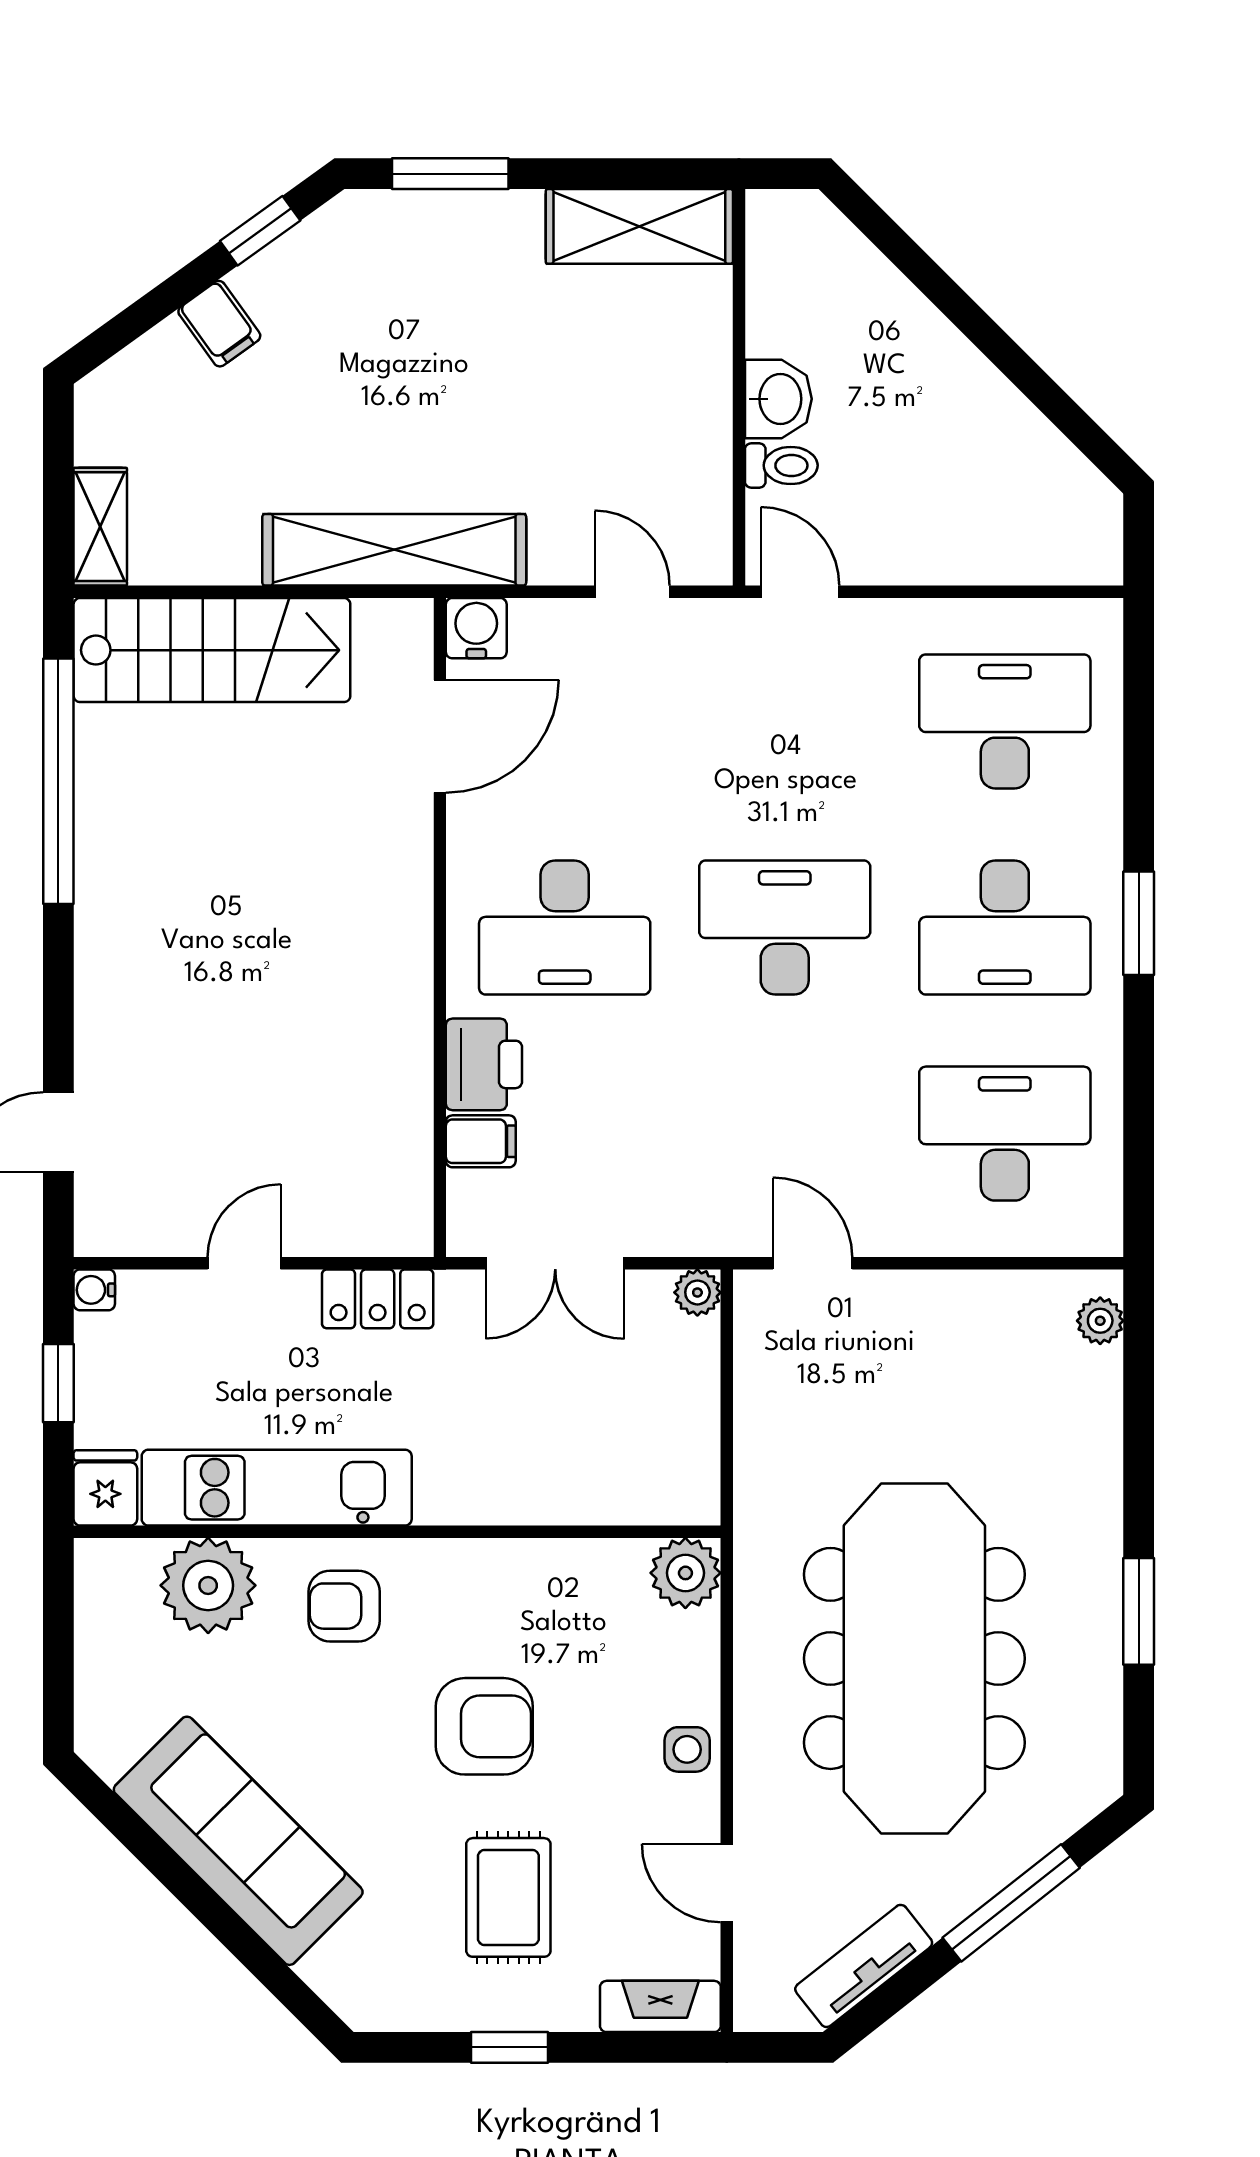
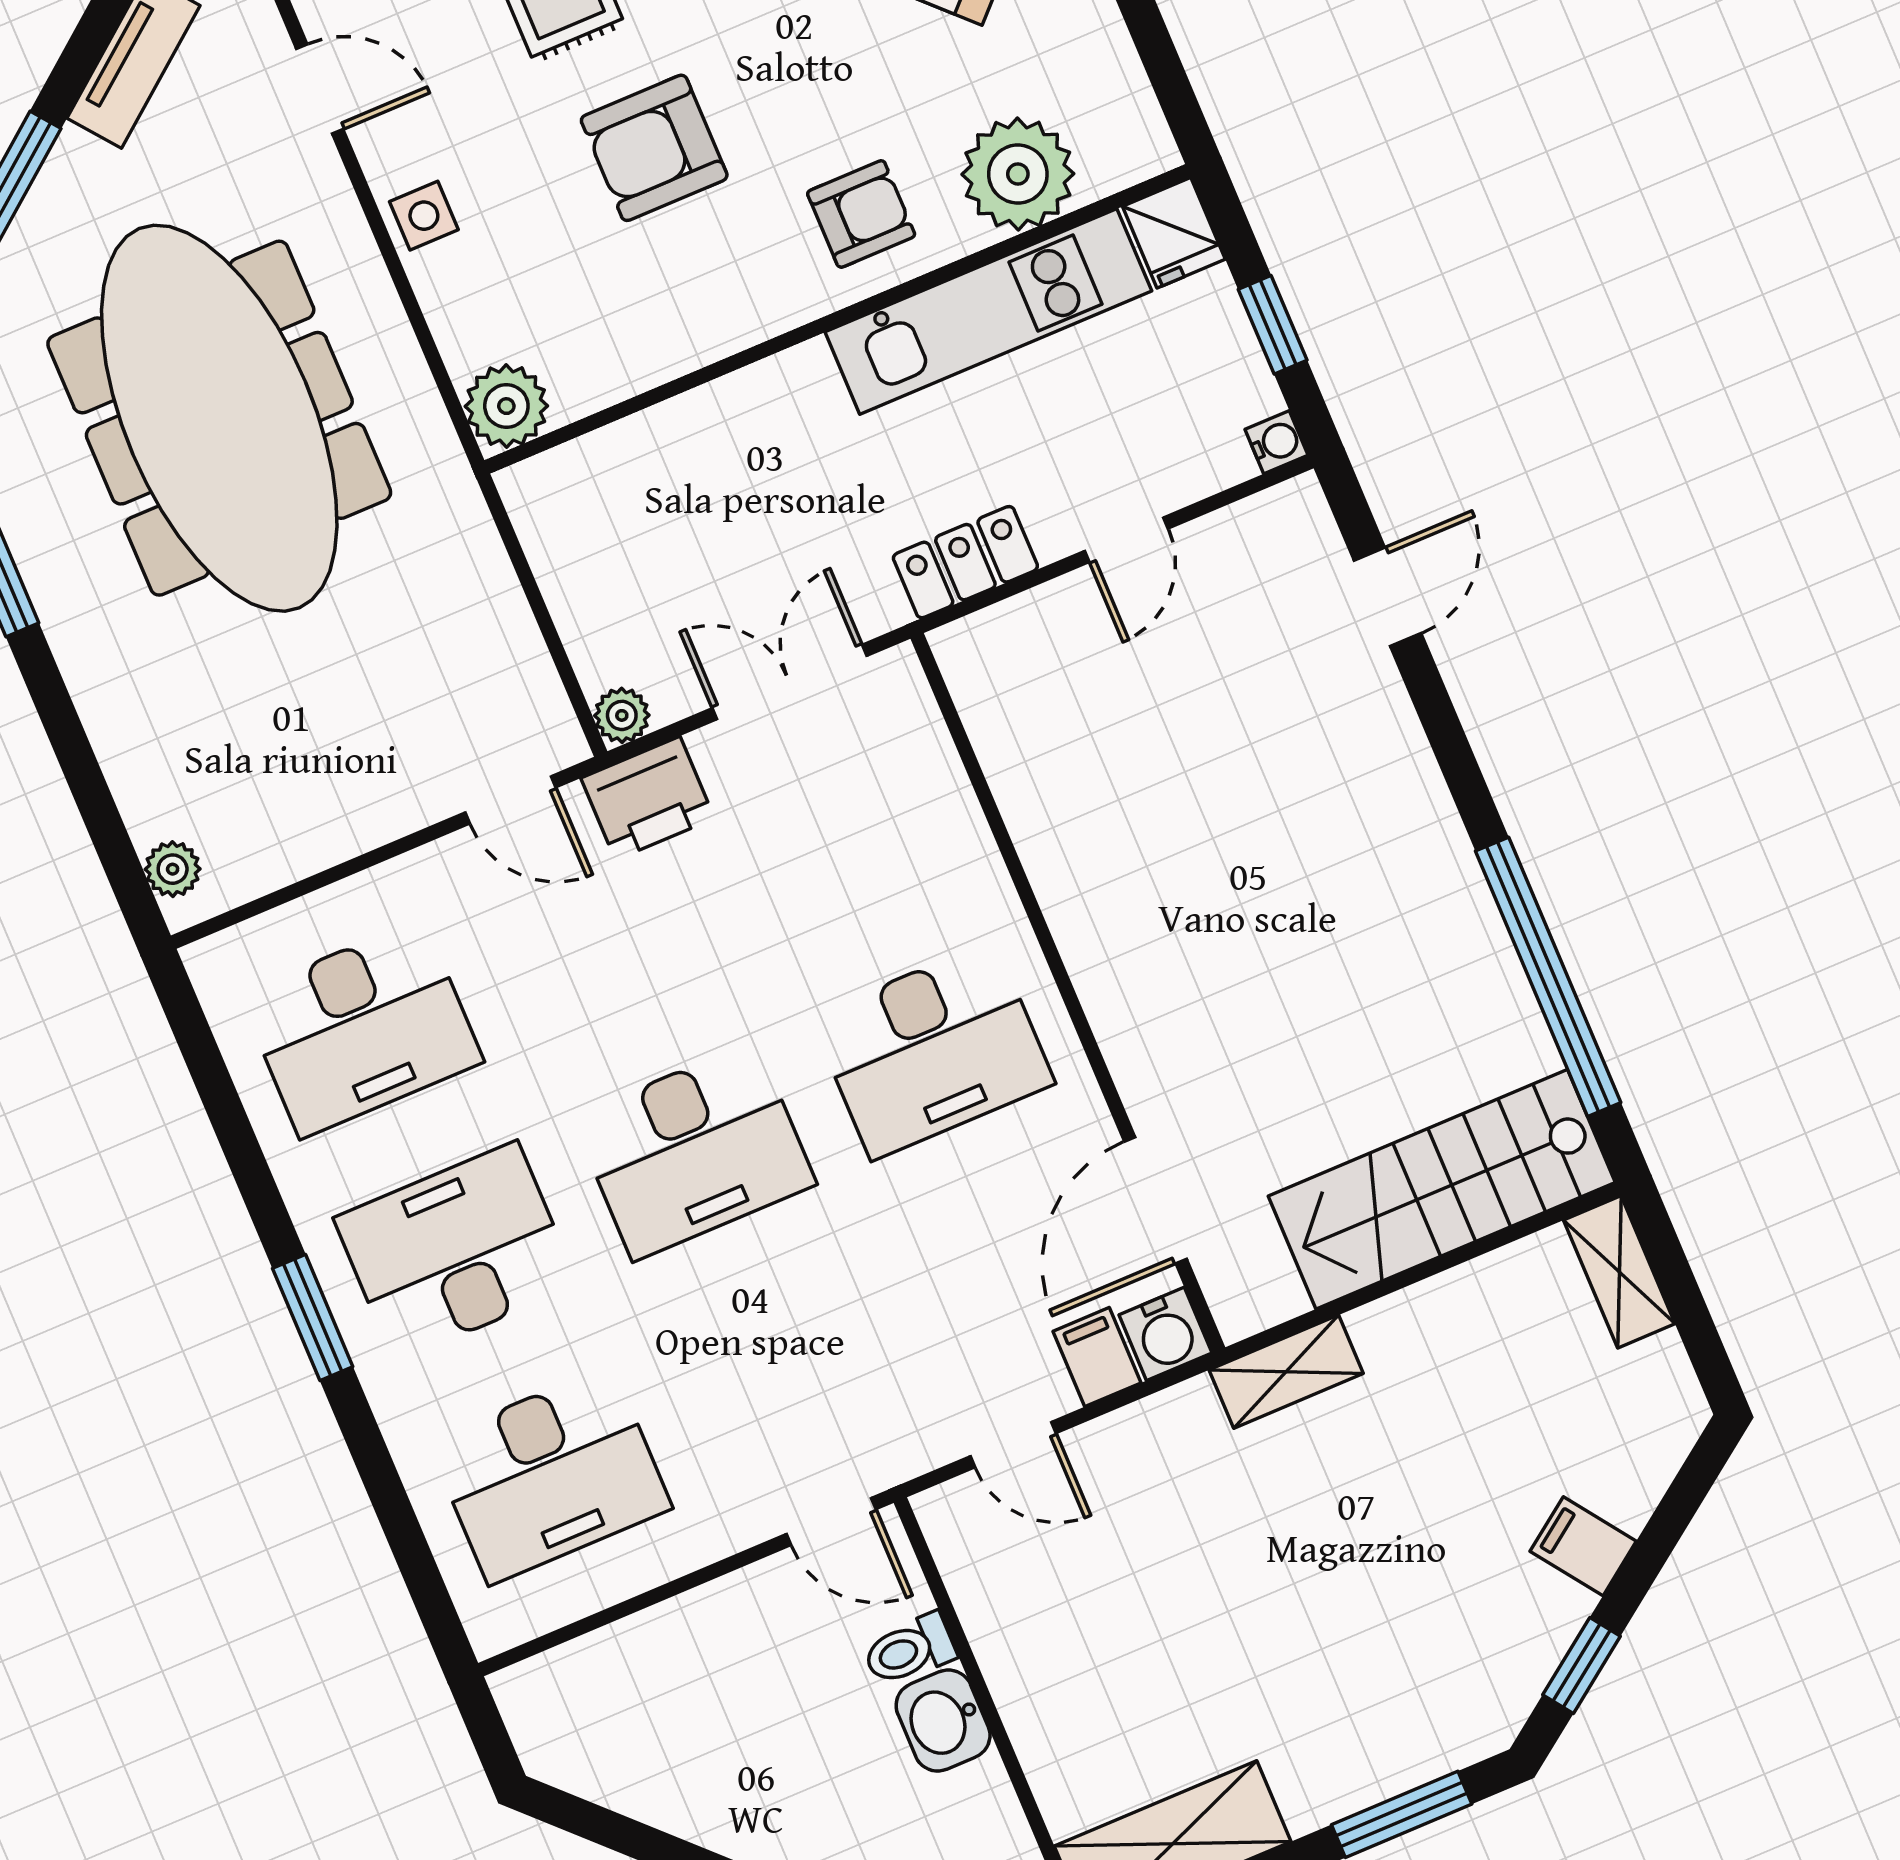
shelving: (394, 550) -> (1286, 1372), width x0.45, depth x0.75
desk: (565, 927) -> (933, 1050), turned 180
printer: (484, 1064) -> (648, 798), moved, turned -90
filing cabinet: (481, 1141) -> (1097, 1357), moved, turned 90

